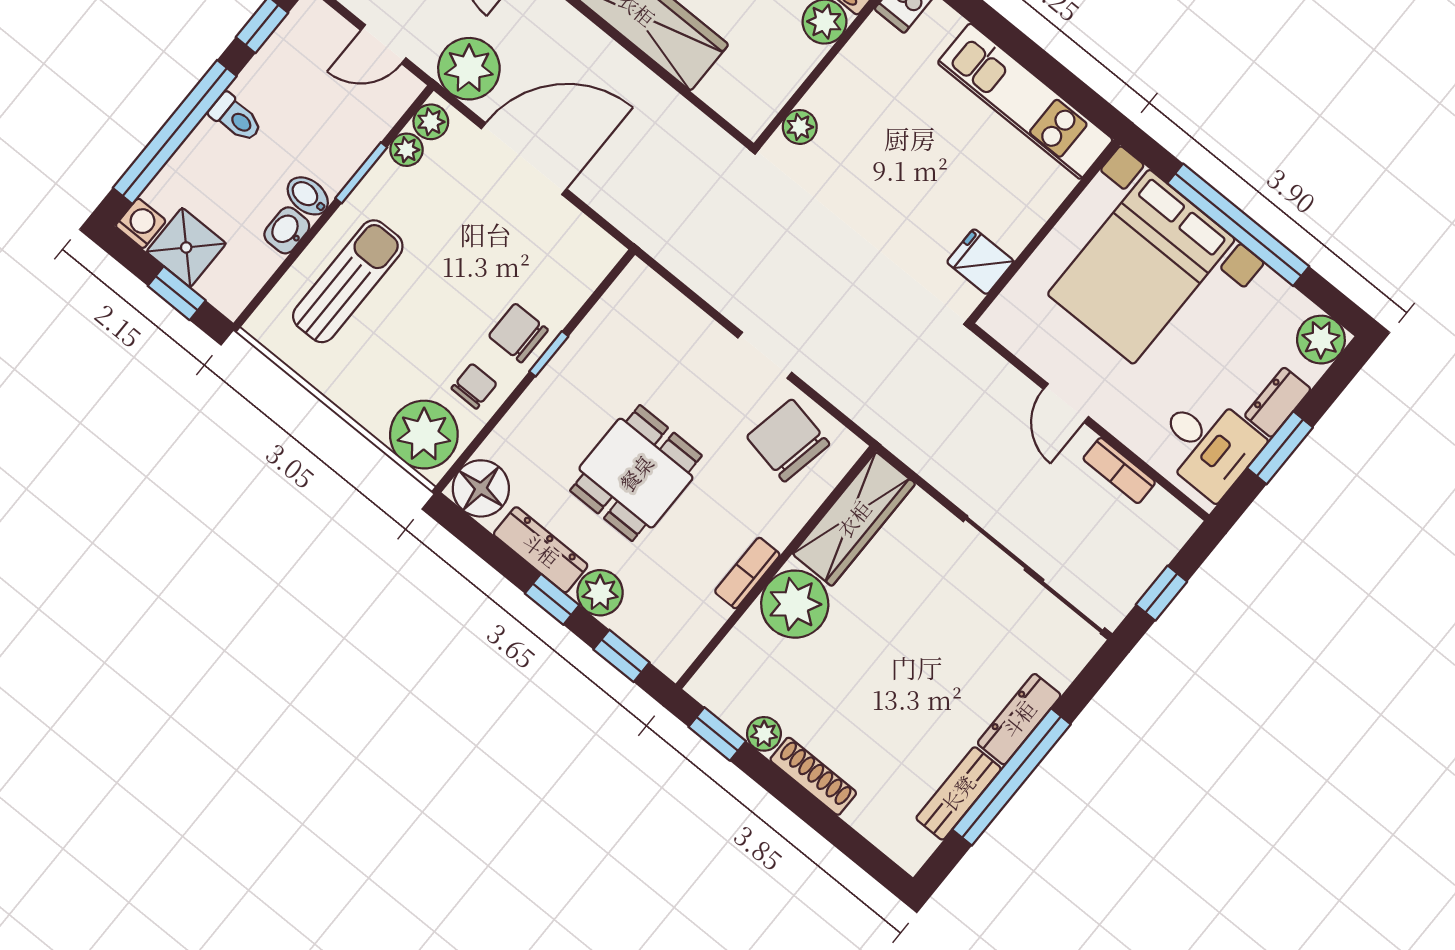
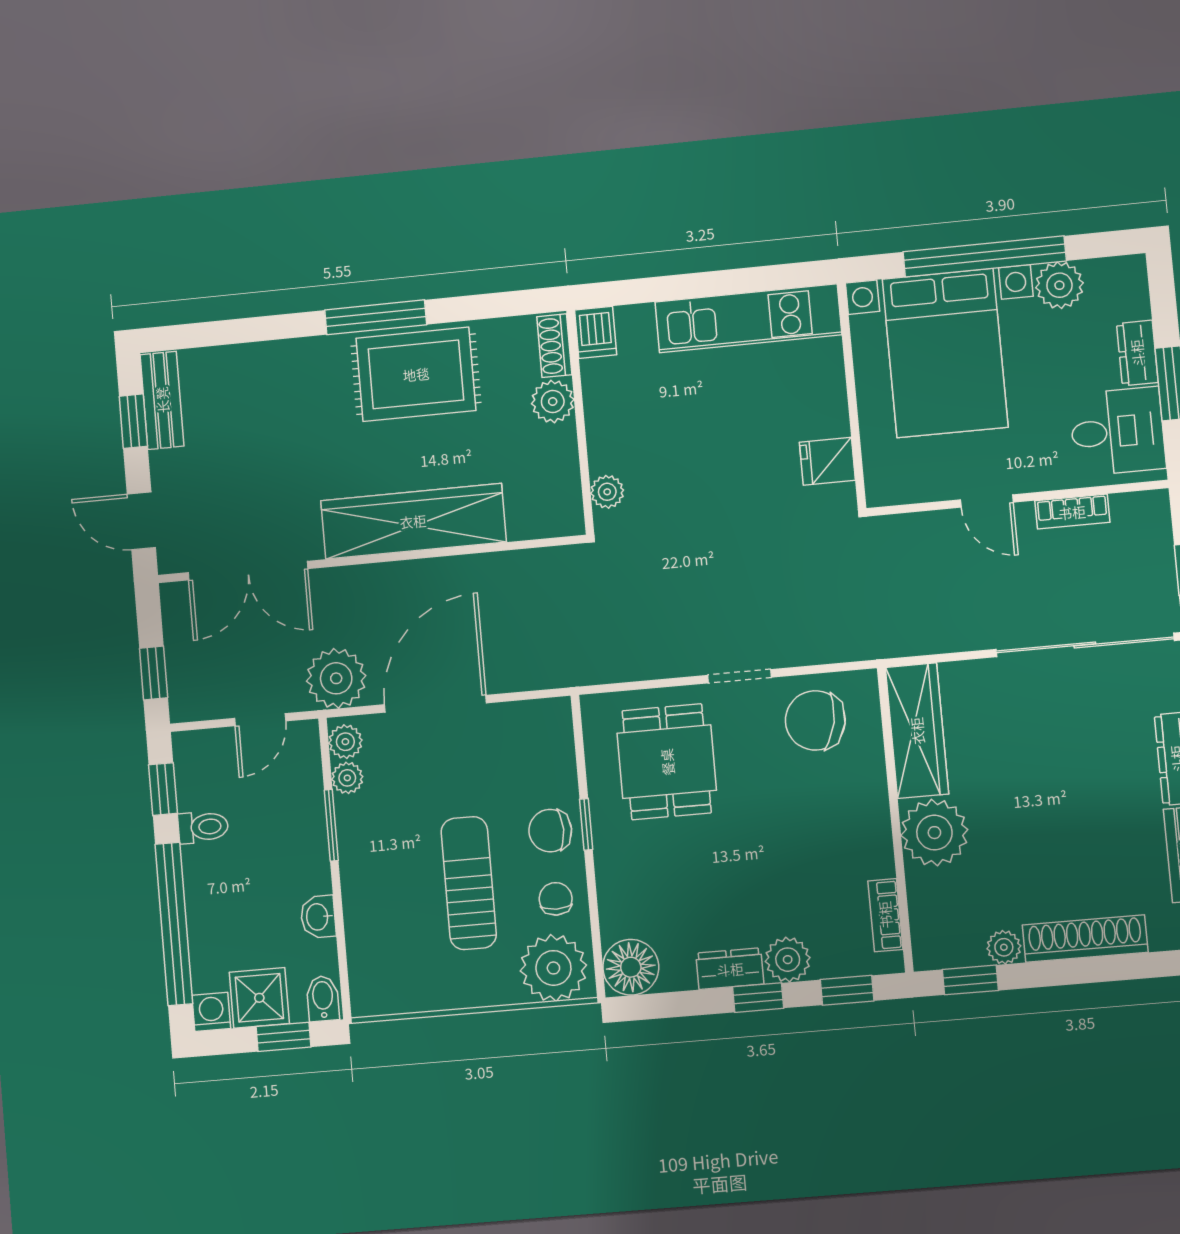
toilet: (236, 118) -> (203, 827), moved
bidet: (308, 196) -> (323, 998), moved, turned 90
sun lounger: (348, 281) -> (469, 883), moved
plant: (1321, 340) -> (1059, 285), moved
dining table: (636, 473) -> (667, 762), moved
dresser: (541, 550) -> (730, 969), width x0.70
bookcase: (747, 573) -> (885, 915), moved
shoe rack: (813, 776) -> (1085, 939), width x1.36, depth x1.24

